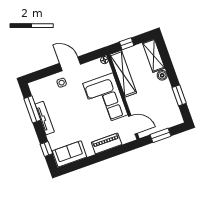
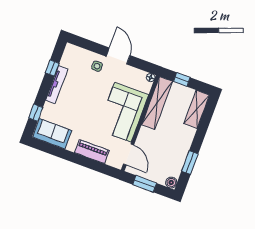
boiler: (162, 75) -> (171, 183), moved
window: (32, 109) -> (52, 68), width x0.46

